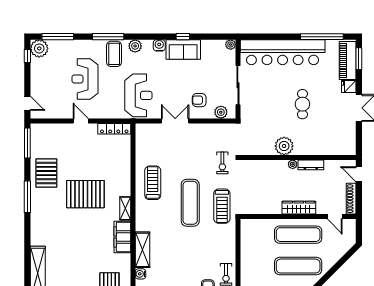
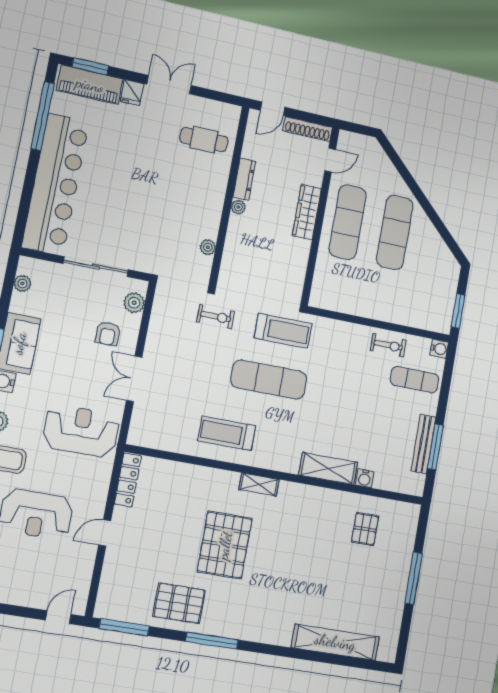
plant: (231, 45) -> (22, 283), moved
cafe table: (302, 104) -> (204, 140), moved
plant: (284, 146) -> (208, 247), moved, width x0.53, depth x0.53
filing cabinet: (122, 237) -> (303, 497), removed

